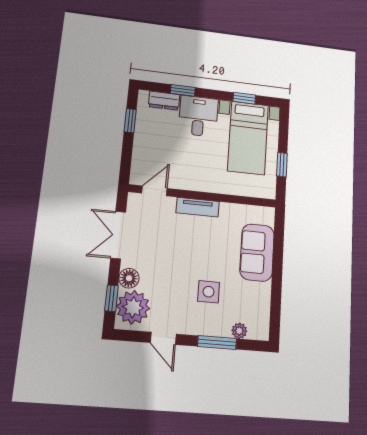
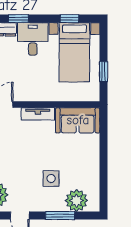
sofa: (257, 252) -> (78, 120), moved, turned -90
plant: (239, 331) -> (76, 201), width x1.88, depth x1.88

